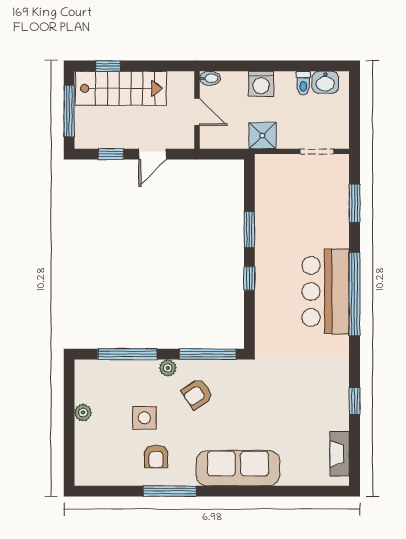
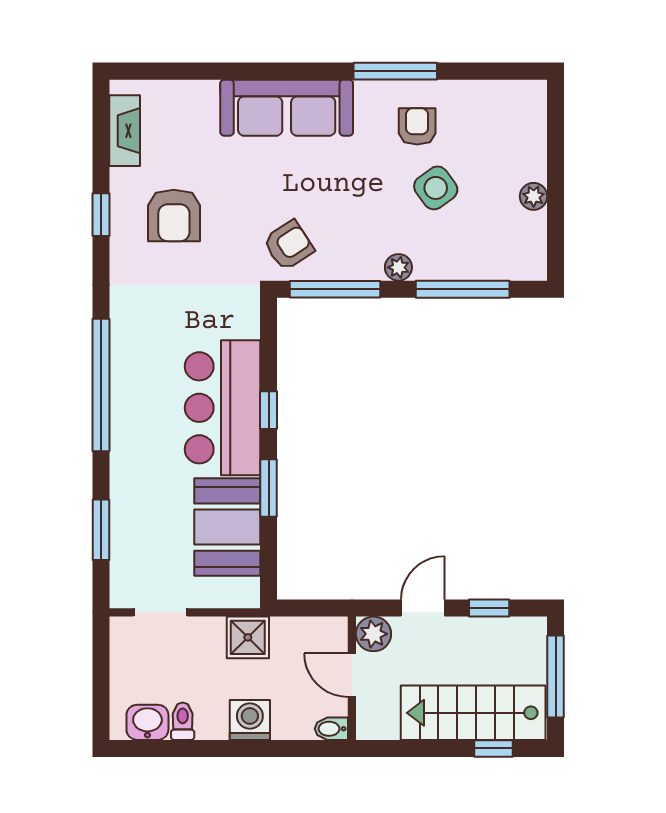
plant: (183, 138) -> (373, 634), added
booth: (275, 205) -> (227, 527), added
bar counter: (326, 292) -> (223, 408), moved, turned 180
armchair: (197, 394) -> (289, 245), moved
armchair: (309, 400) -> (174, 215), added
side table: (144, 418) -> (436, 188), turned -36

